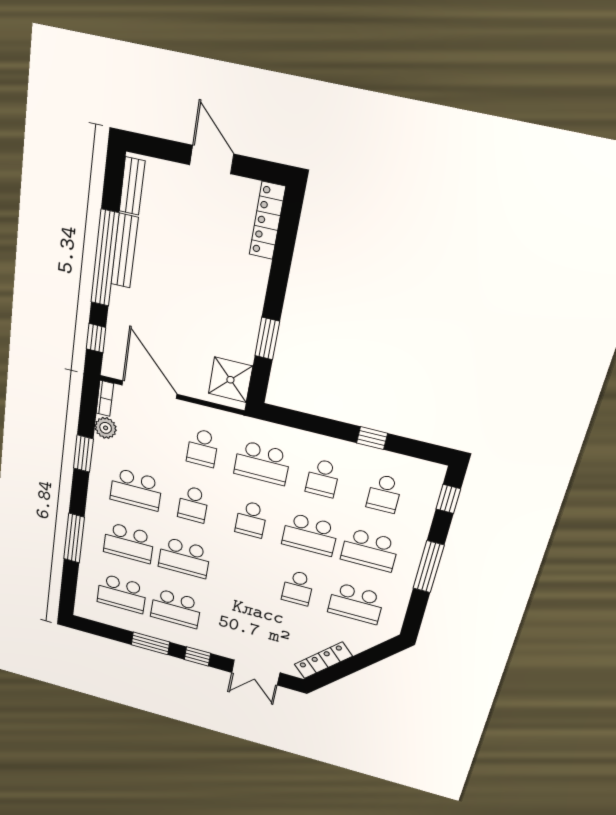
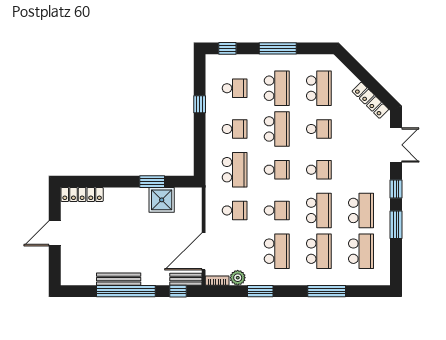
bench: (132, 186) -> (186, 279), moved
shower: (230, 380) -> (162, 200), moved
school desk: (241, 573) -> (319, 170), added

